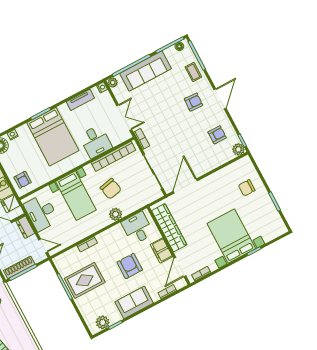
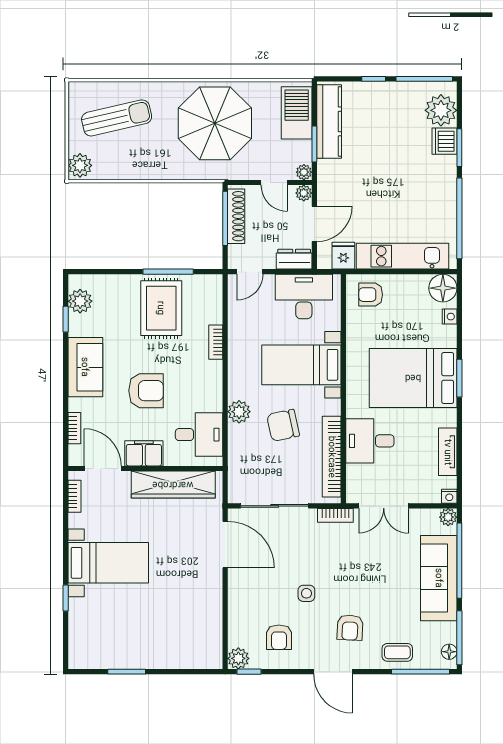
side table: (188, 133) -> (306, 593), added
chair: (247, 188) -> (171, 639), removed
bed with nightstands: (231, 236) -> (108, 563), width x0.73

